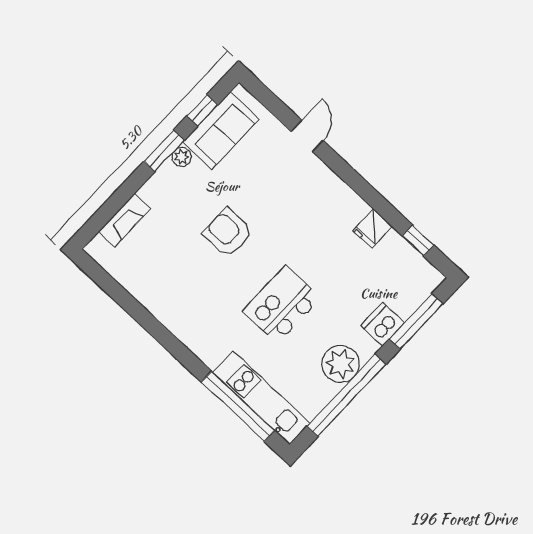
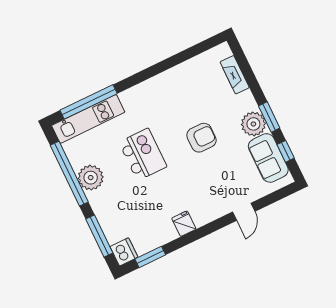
door: (307, 136) -> (244, 212), hinge flipped
plant: (182, 157) -> (253, 124), width x1.88, depth x1.88
fridge: (372, 228) -> (184, 224), moved
window: (418, 241) -> (150, 257), width x1.50
dishwasher: (383, 324) -> (124, 252), moved

